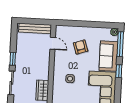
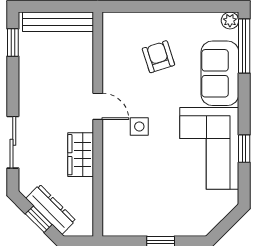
door: (53, 43) -> (98, 106), moved
window: (13, 59) -> (13, 43), moved
window: (119, 71) -> (244, 149), moved

